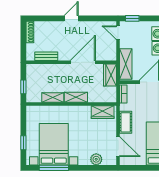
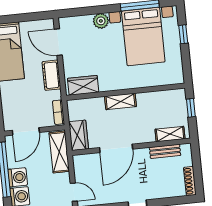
shelving: (53, 98) -> (170, 134), moved
plant: (96, 159) -> (101, 21), moved

